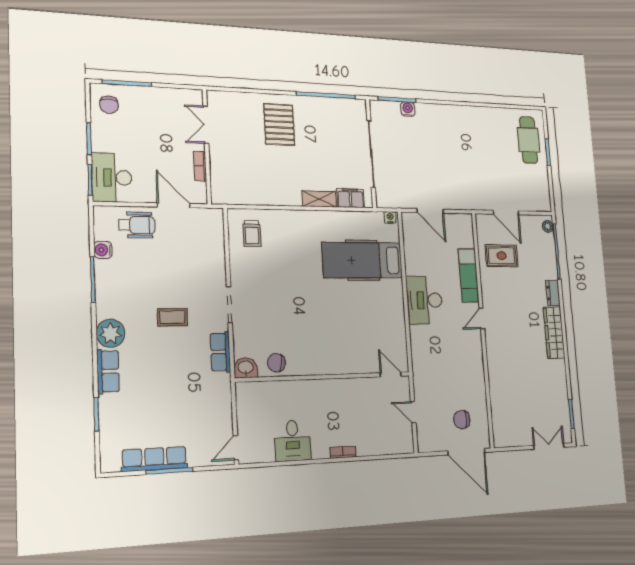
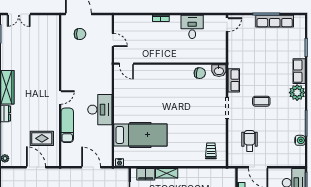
wheelchair: (137, 225) -> (250, 141), moved, turned 90

